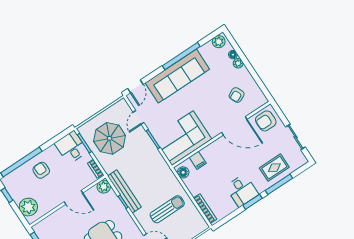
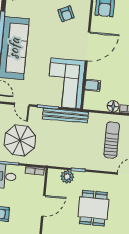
door: (234, 126) -> (88, 46), moved
floor lamp: (183, 172) -> (113, 106), moved
plant: (104, 187) -> (67, 177), moved
bench: (124, 192) -> (65, 115), moved

